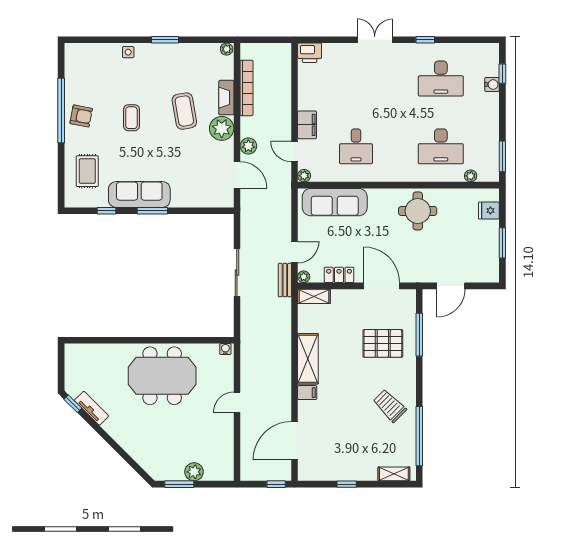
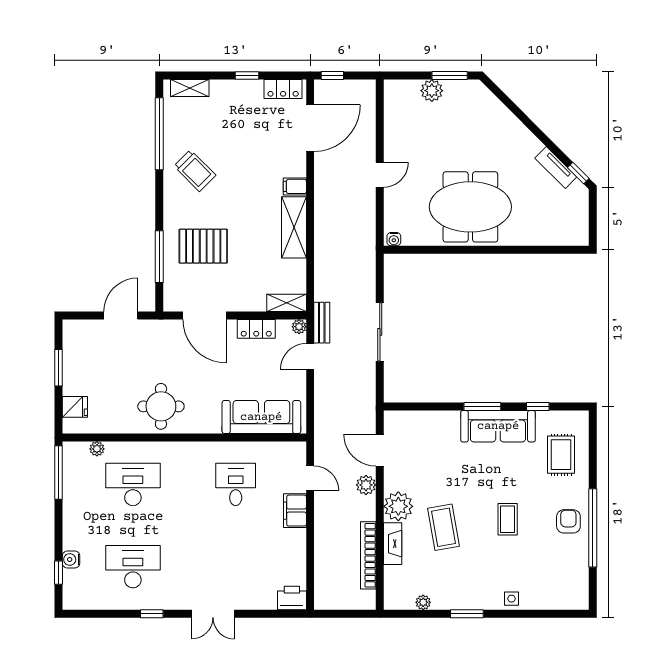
plant: (227, 49) -> (423, 602), moved
armchair: (81, 116) -> (568, 521), turned 79
window: (502, 156) -> (59, 472), width x1.44
plant: (304, 176) -> (299, 449), removed
locker: (317, 473) -> (283, 89), added

